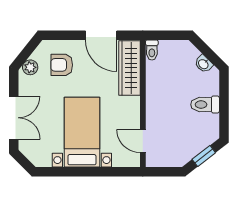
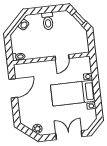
armchair: (62, 65) -> (34, 110), removed
wardrobe: (129, 68) -> (31, 69), removed
door: (143, 141) -> (62, 57), moved

